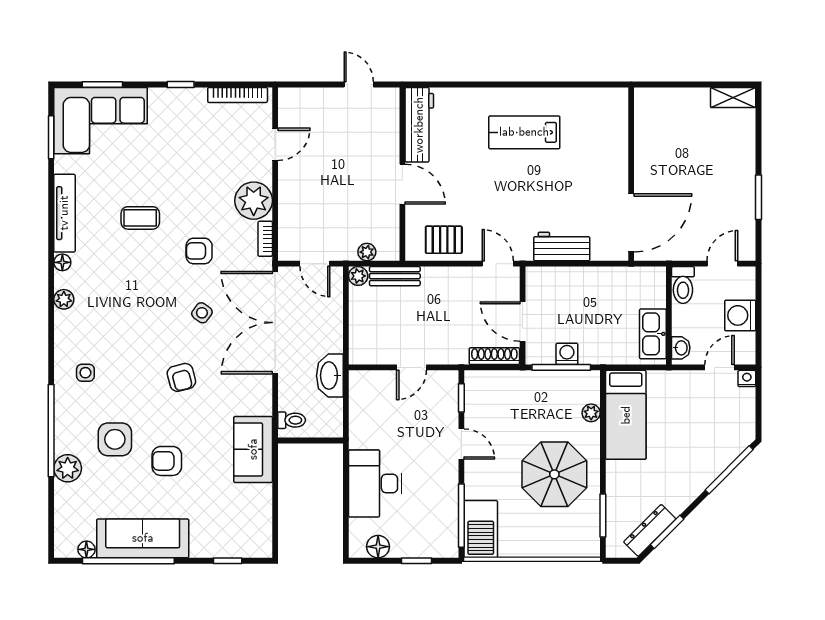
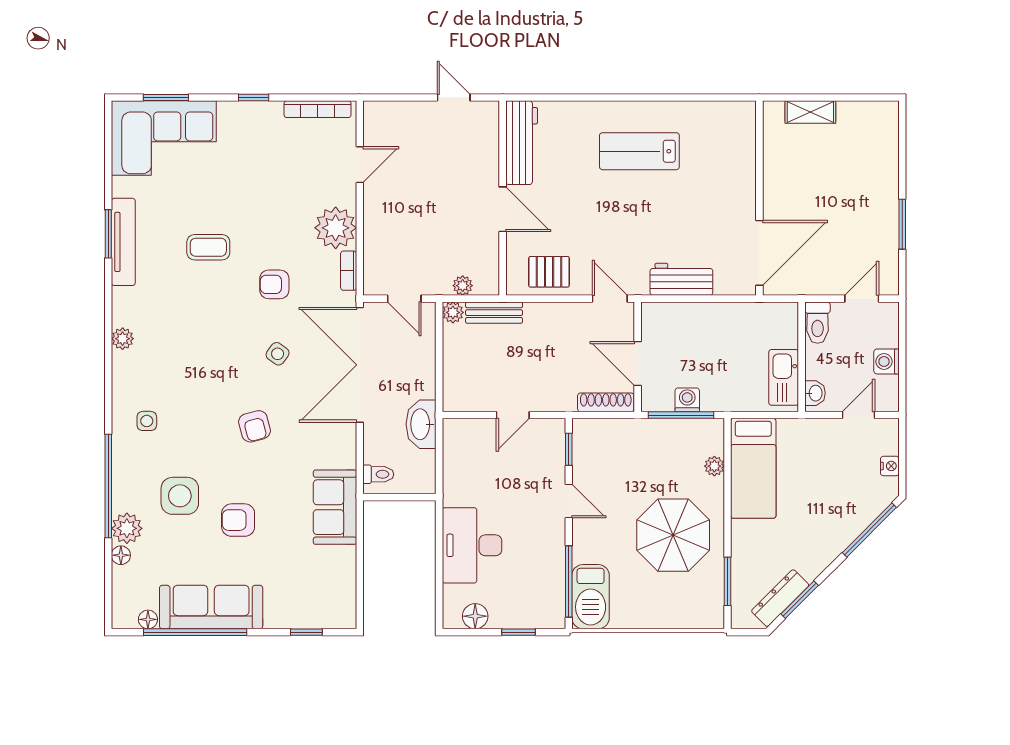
shelving: (733, 97) -> (810, 112), moved
window: (51, 137) -> (108, 234), moved
floor lamp: (62, 262) -> (121, 555), moved
washing machine: (740, 315) -> (887, 361), width x0.73, depth x0.73
nightstand: (747, 378) -> (890, 466), moved, turned 90

